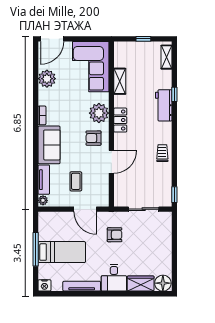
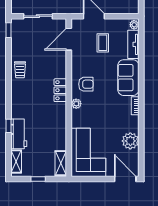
door: (52, 39) -> (125, 179), hinge flipped
shelving: (120, 81) -> (61, 163), moved
workbench: (164, 105) -> (19, 134), moved
plant: (99, 113) -> (76, 104), width x0.53, depth x0.53
locker: (120, 120) -> (60, 90), moved
door: (111, 162) -> (69, 39), moved

